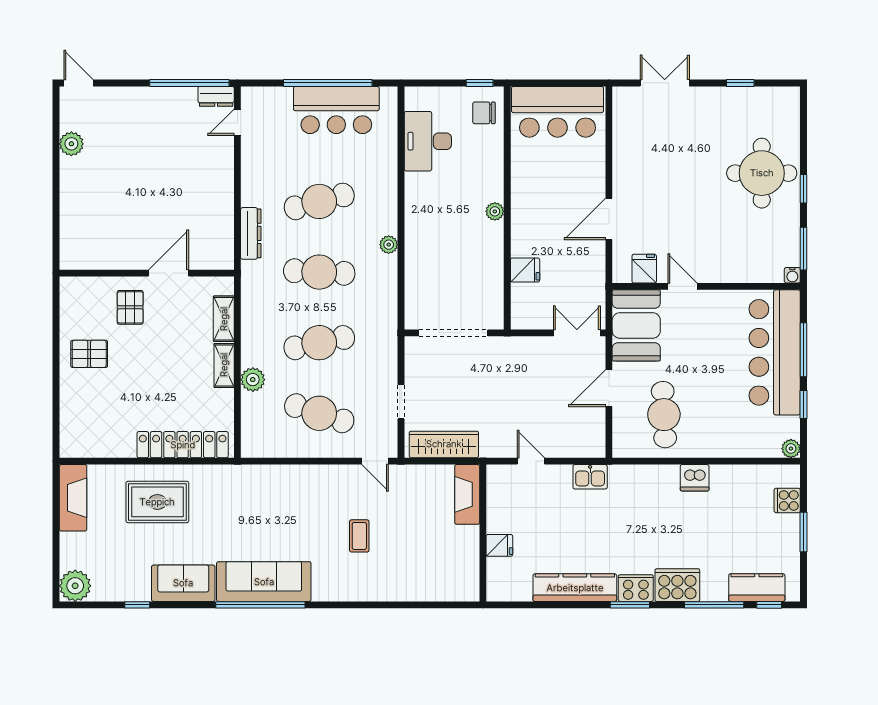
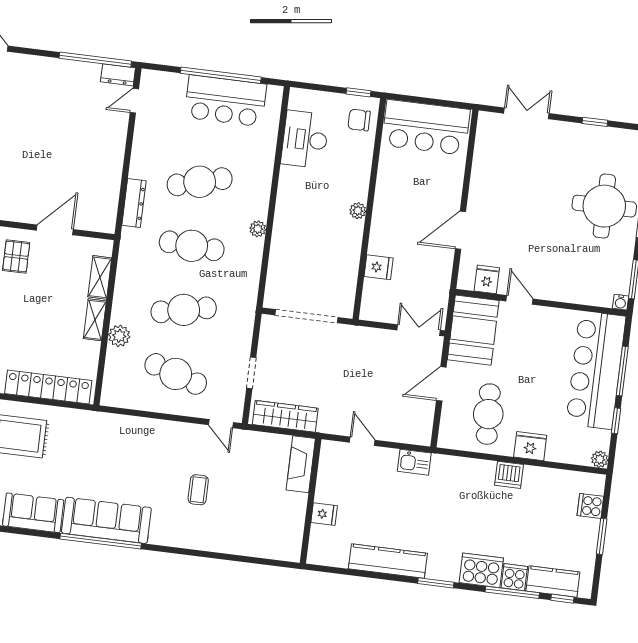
fridge: (714, 444) -> (530, 446), added
cooker: (636, 588) -> (514, 577), moved, width x0.73

